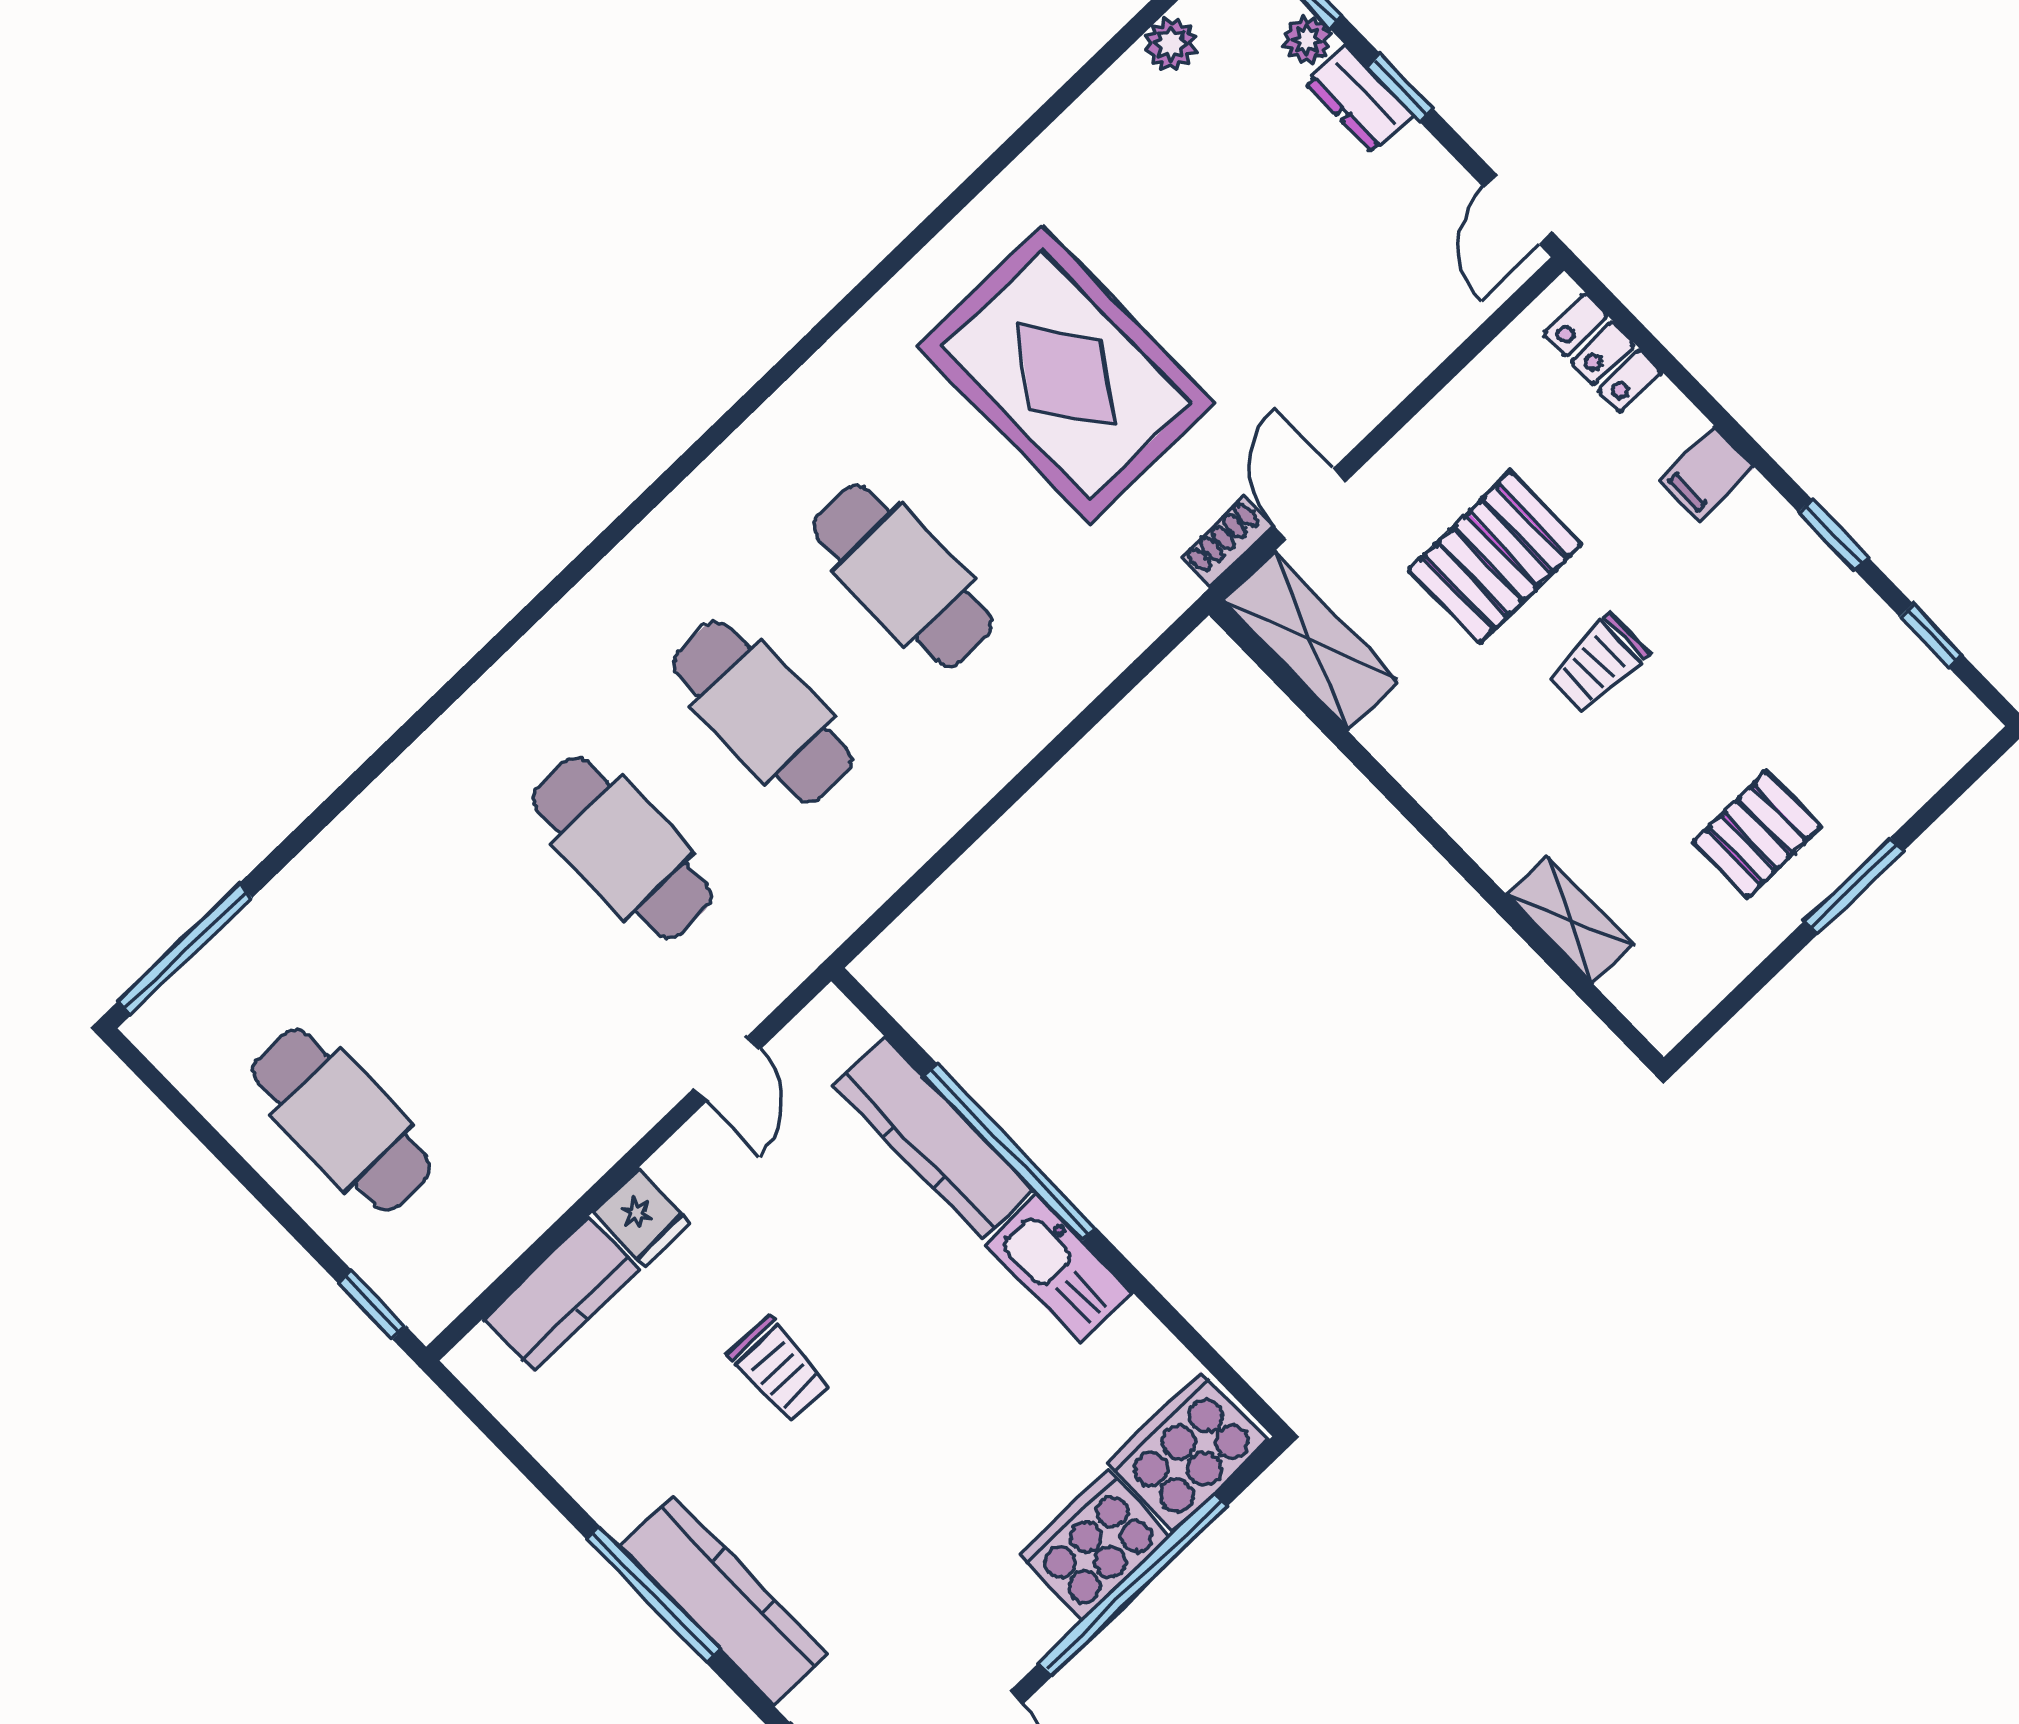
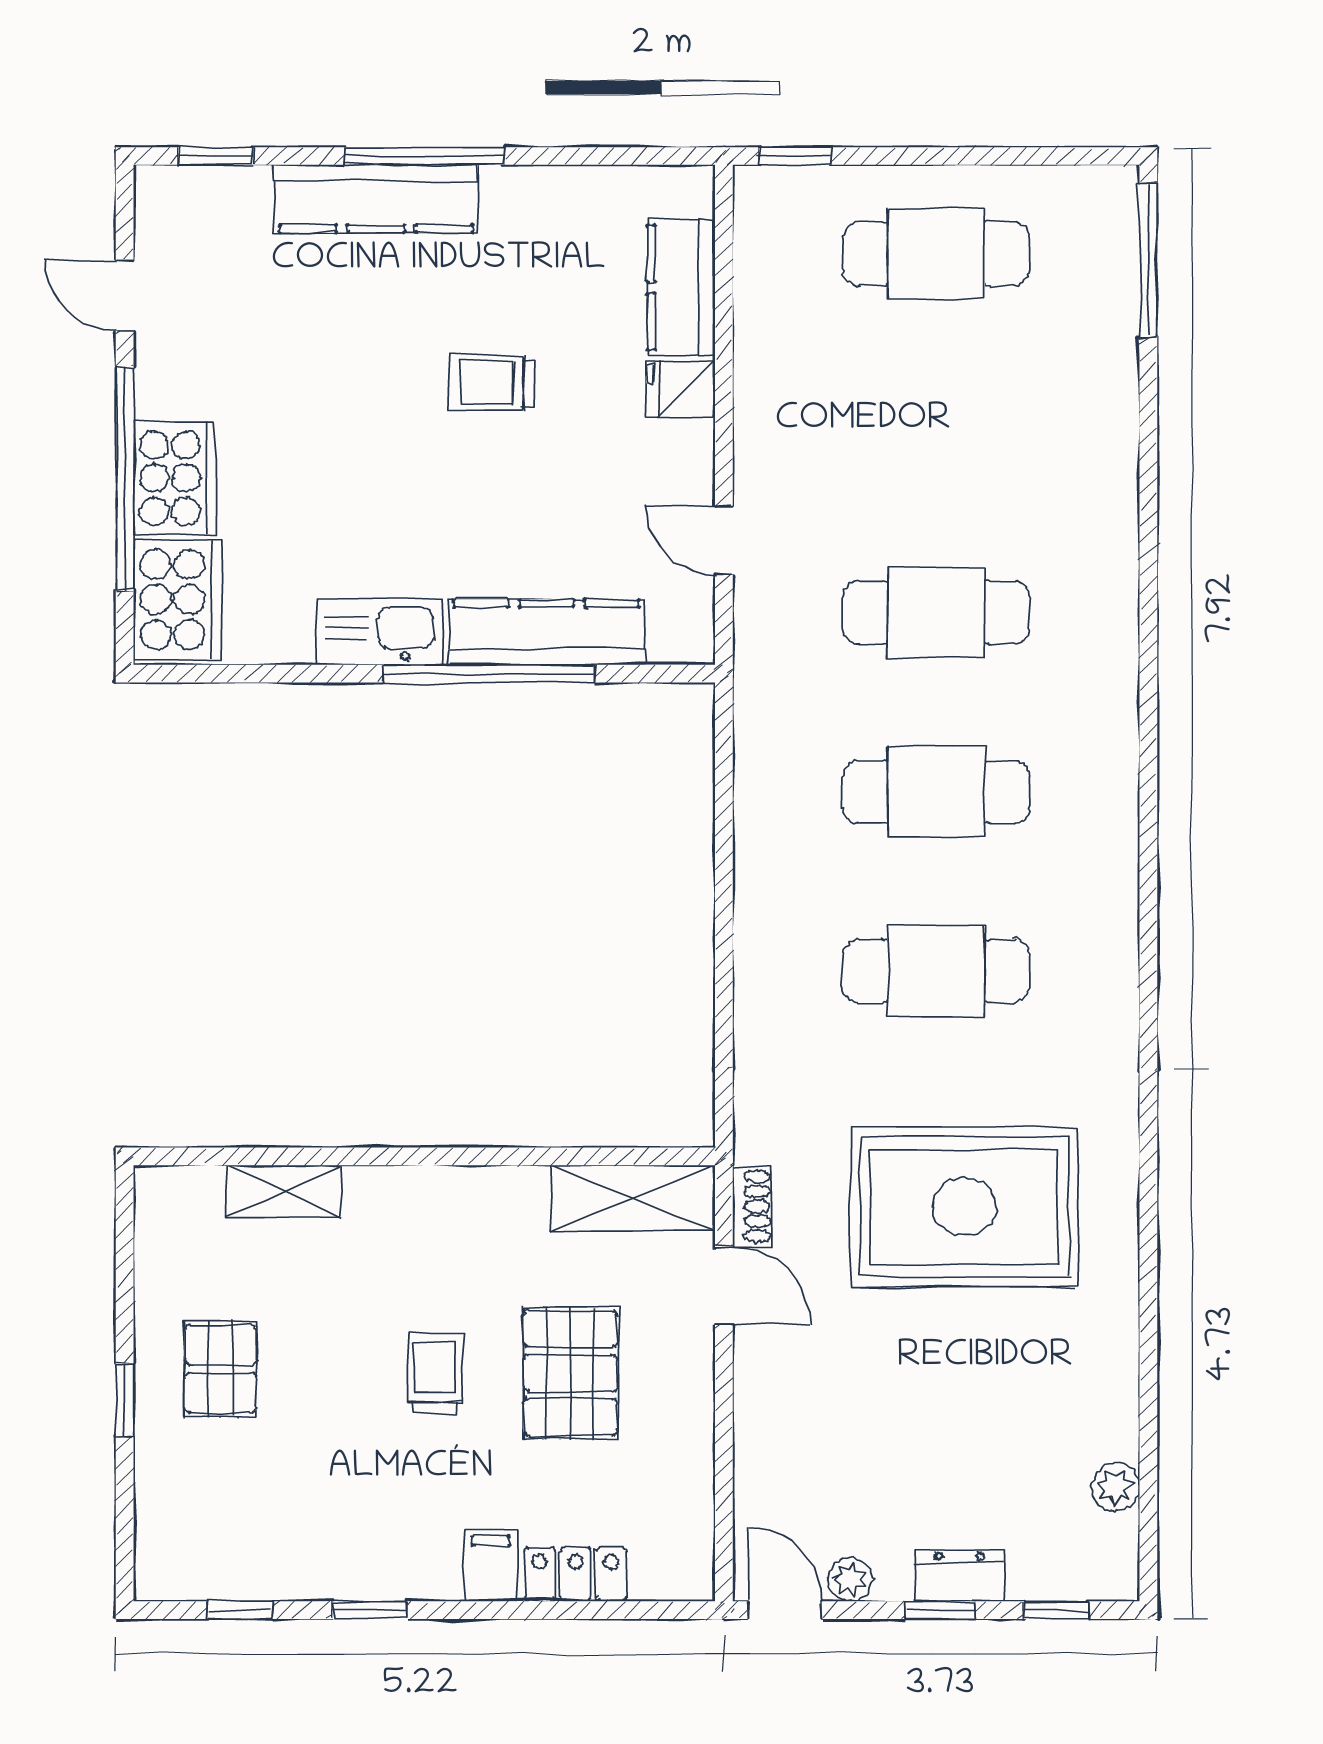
plant: (1307, 40) -> (850, 1579), moved
locker: (1603, 353) -> (576, 1574), moved
window: (1854, 886) -> (125, 1400), width x0.67

